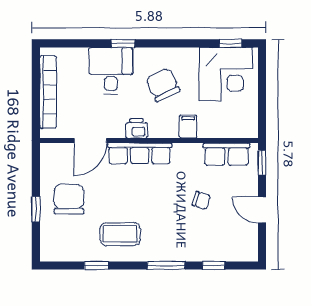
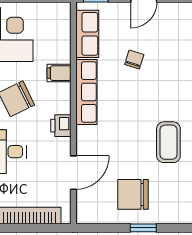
door: (90, 141) -> (73, 173), hinge flipped
row of seats: (140, 153) -> (86, 92), moved

